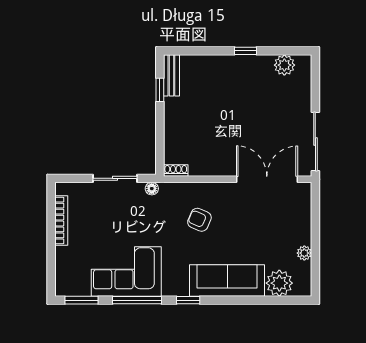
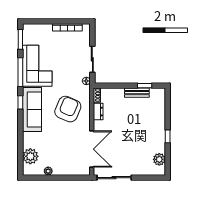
bench: (171, 75) -> (137, 93), moved
dresser: (204, 169) -> (98, 112), added
armchair: (199, 220) -> (68, 109), width x1.88, depth x1.88
sofa: (227, 281) -> (32, 109), moved

